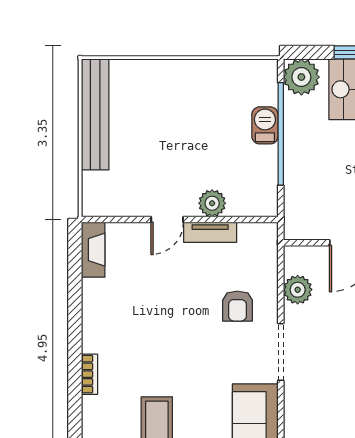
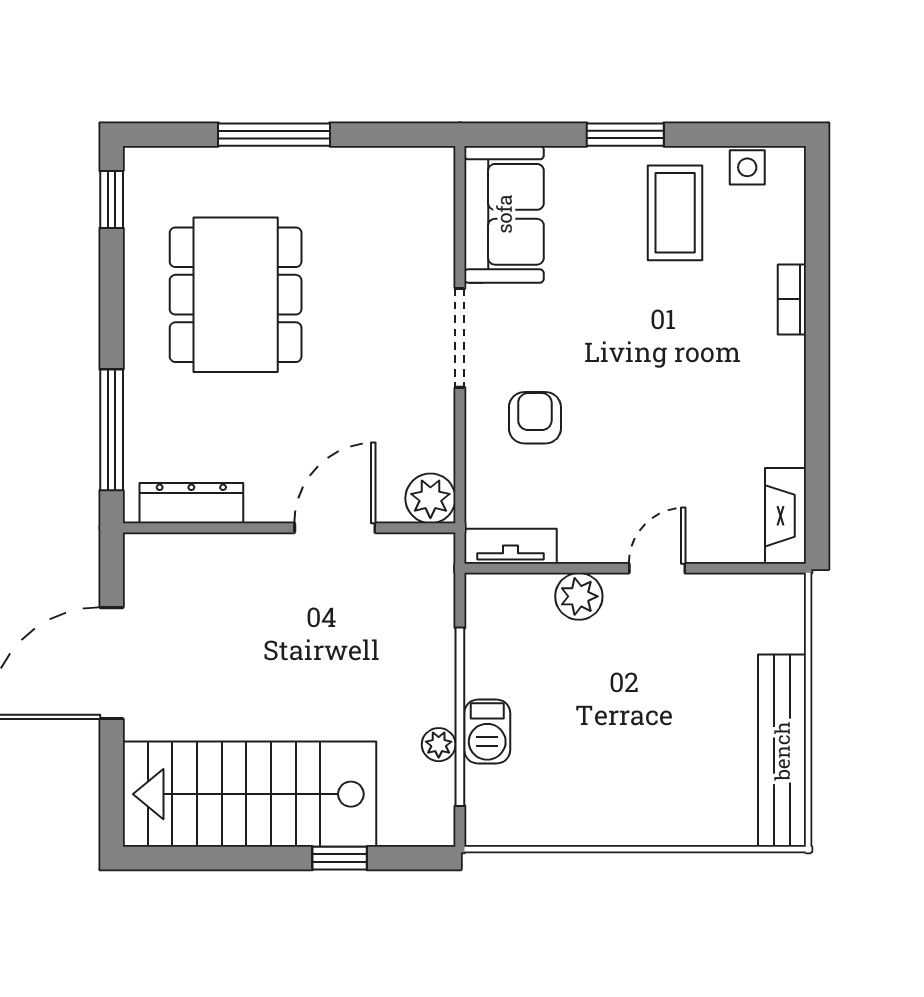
plant: (301, 77) -> (439, 745), moved, width x0.53, depth x0.53
tv unit: (210, 232) -> (510, 546), moved
plant: (298, 290) -> (430, 498), moved

